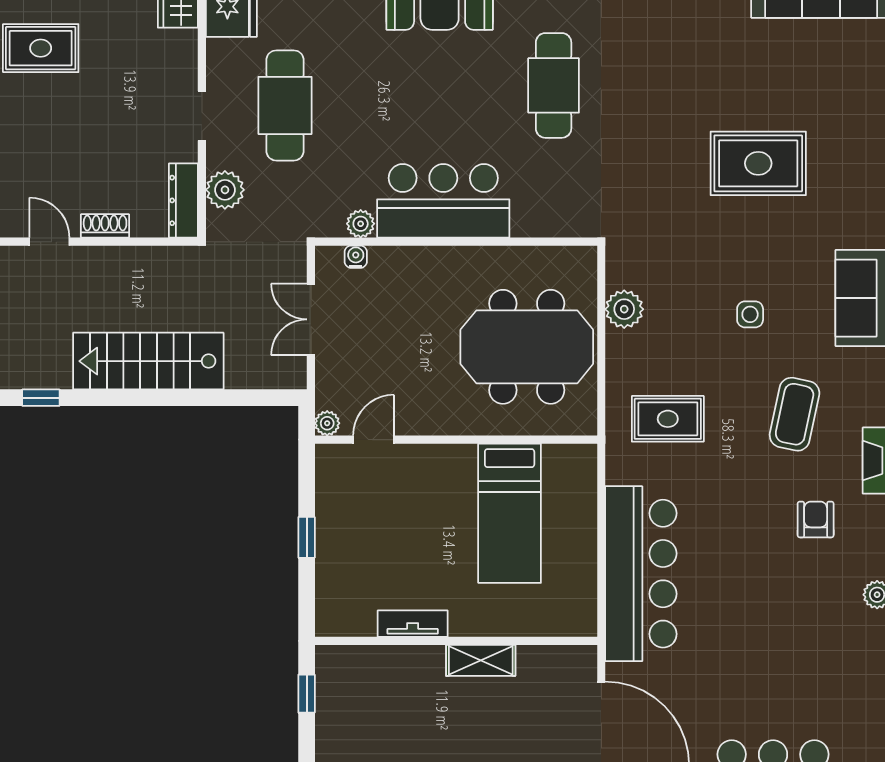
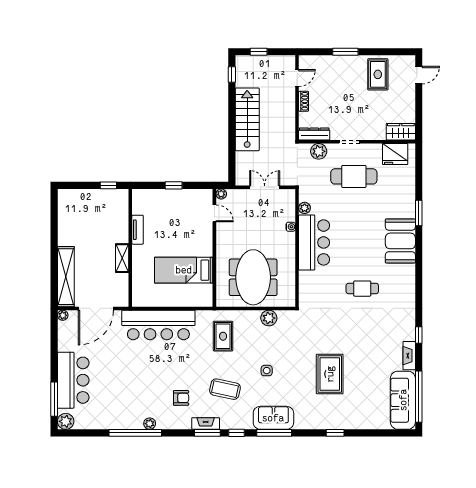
cafe table: (554, 85) -> (362, 289), width x0.73, depth x0.74
water cooler: (356, 257) -> (291, 227), moved

